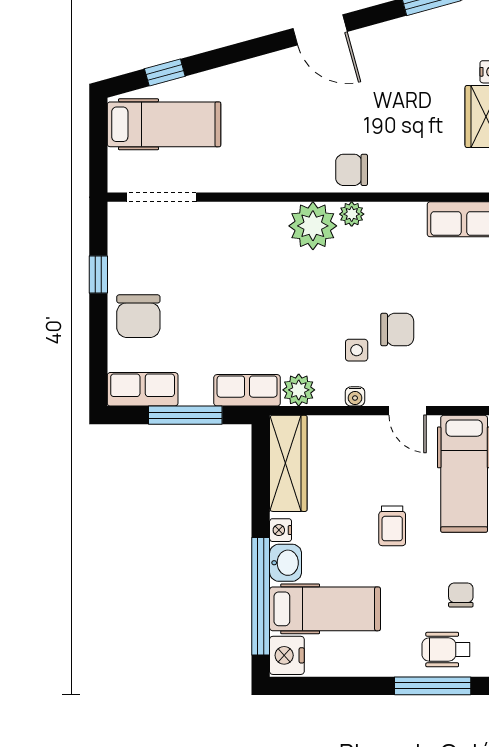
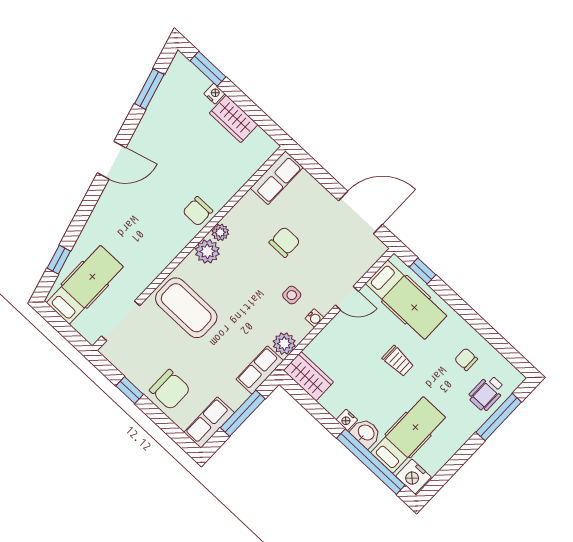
plant: (313, 226) -> (207, 251), width x0.73, depth x0.73
coffee table: (240, 253) -> (186, 308), added
chair: (397, 330) -> (285, 242), moved
wardrobe: (288, 463) -> (308, 376), width x0.67

